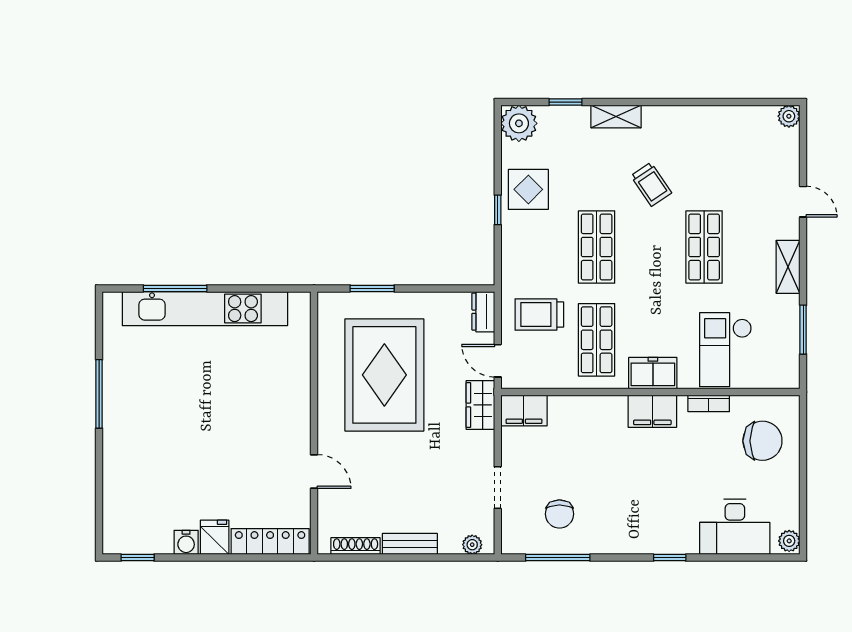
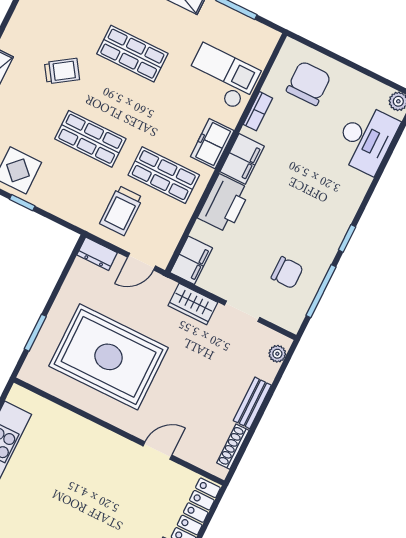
checkout: (726, 350) -> (222, 77), turned 180
wardrobe: (480, 405) -> (193, 304), moved
printer: (598, 415) -> (224, 203), added
window: (670, 558) -> (347, 238), moved

